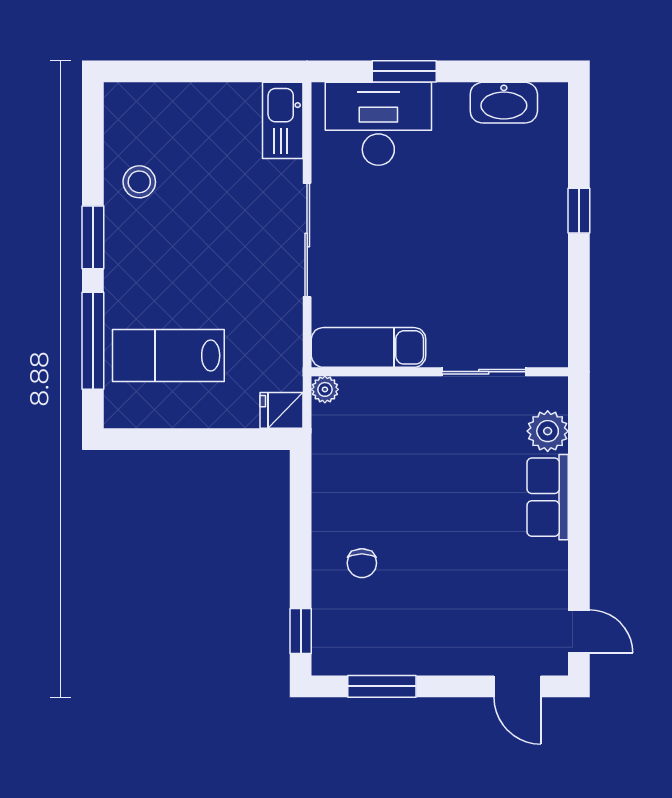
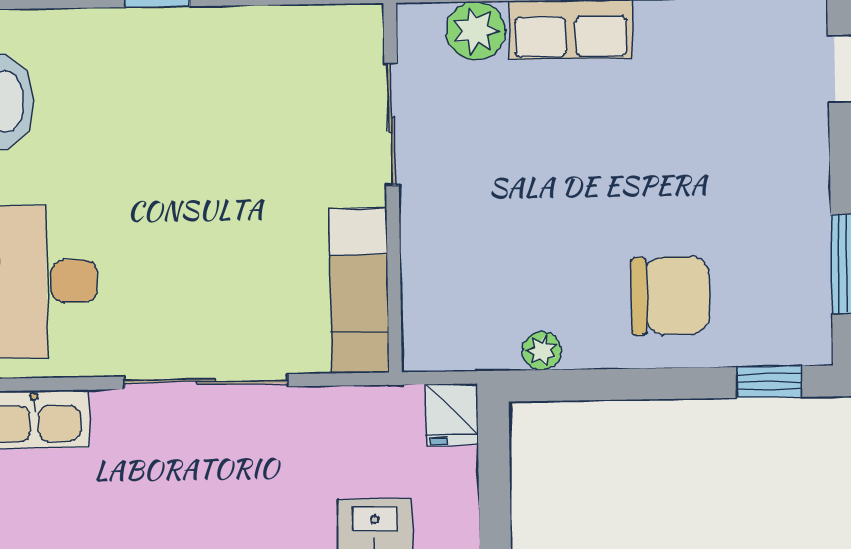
plant: (325, 389) -> (542, 351), moved
chair: (362, 563) -> (670, 296), width x1.87, depth x1.87

